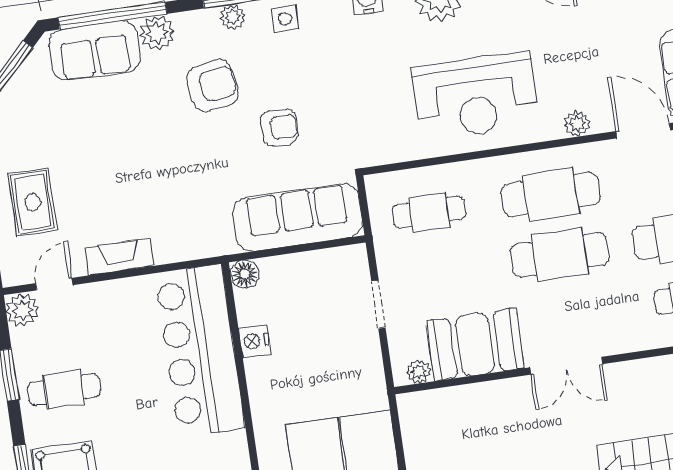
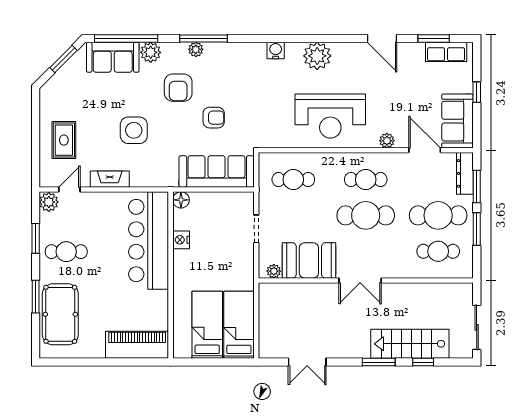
side table: (285, 19) -> (134, 130), moved, width x1.87, depth x1.87
armchair: (212, 86) -> (178, 88), turned 99
cafe table: (551, 194) -> (366, 180), width x0.73, depth x0.74

